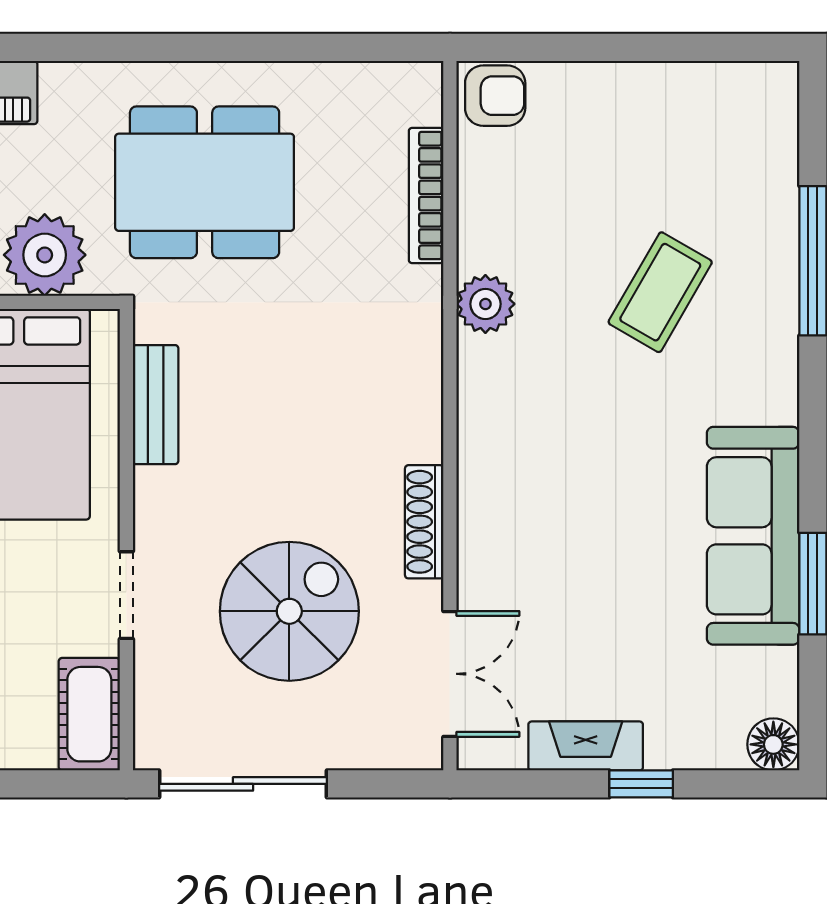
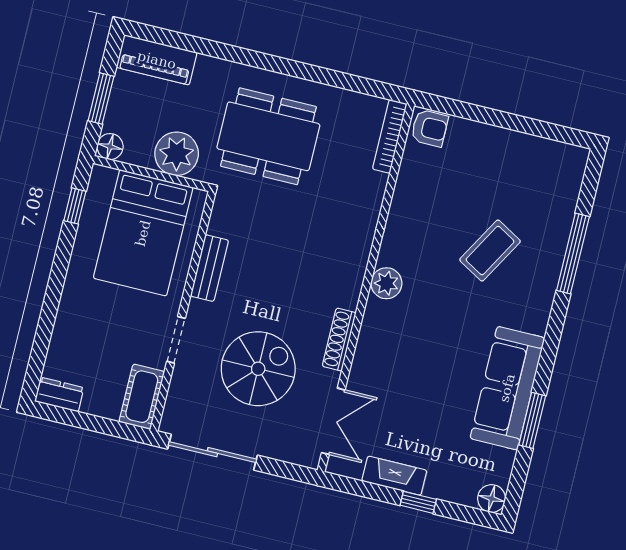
bookcase: (426, 196) -> (390, 136), moved
plant: (485, 304) -> (386, 283), moved
bench: (156, 405) -> (209, 268), moved

